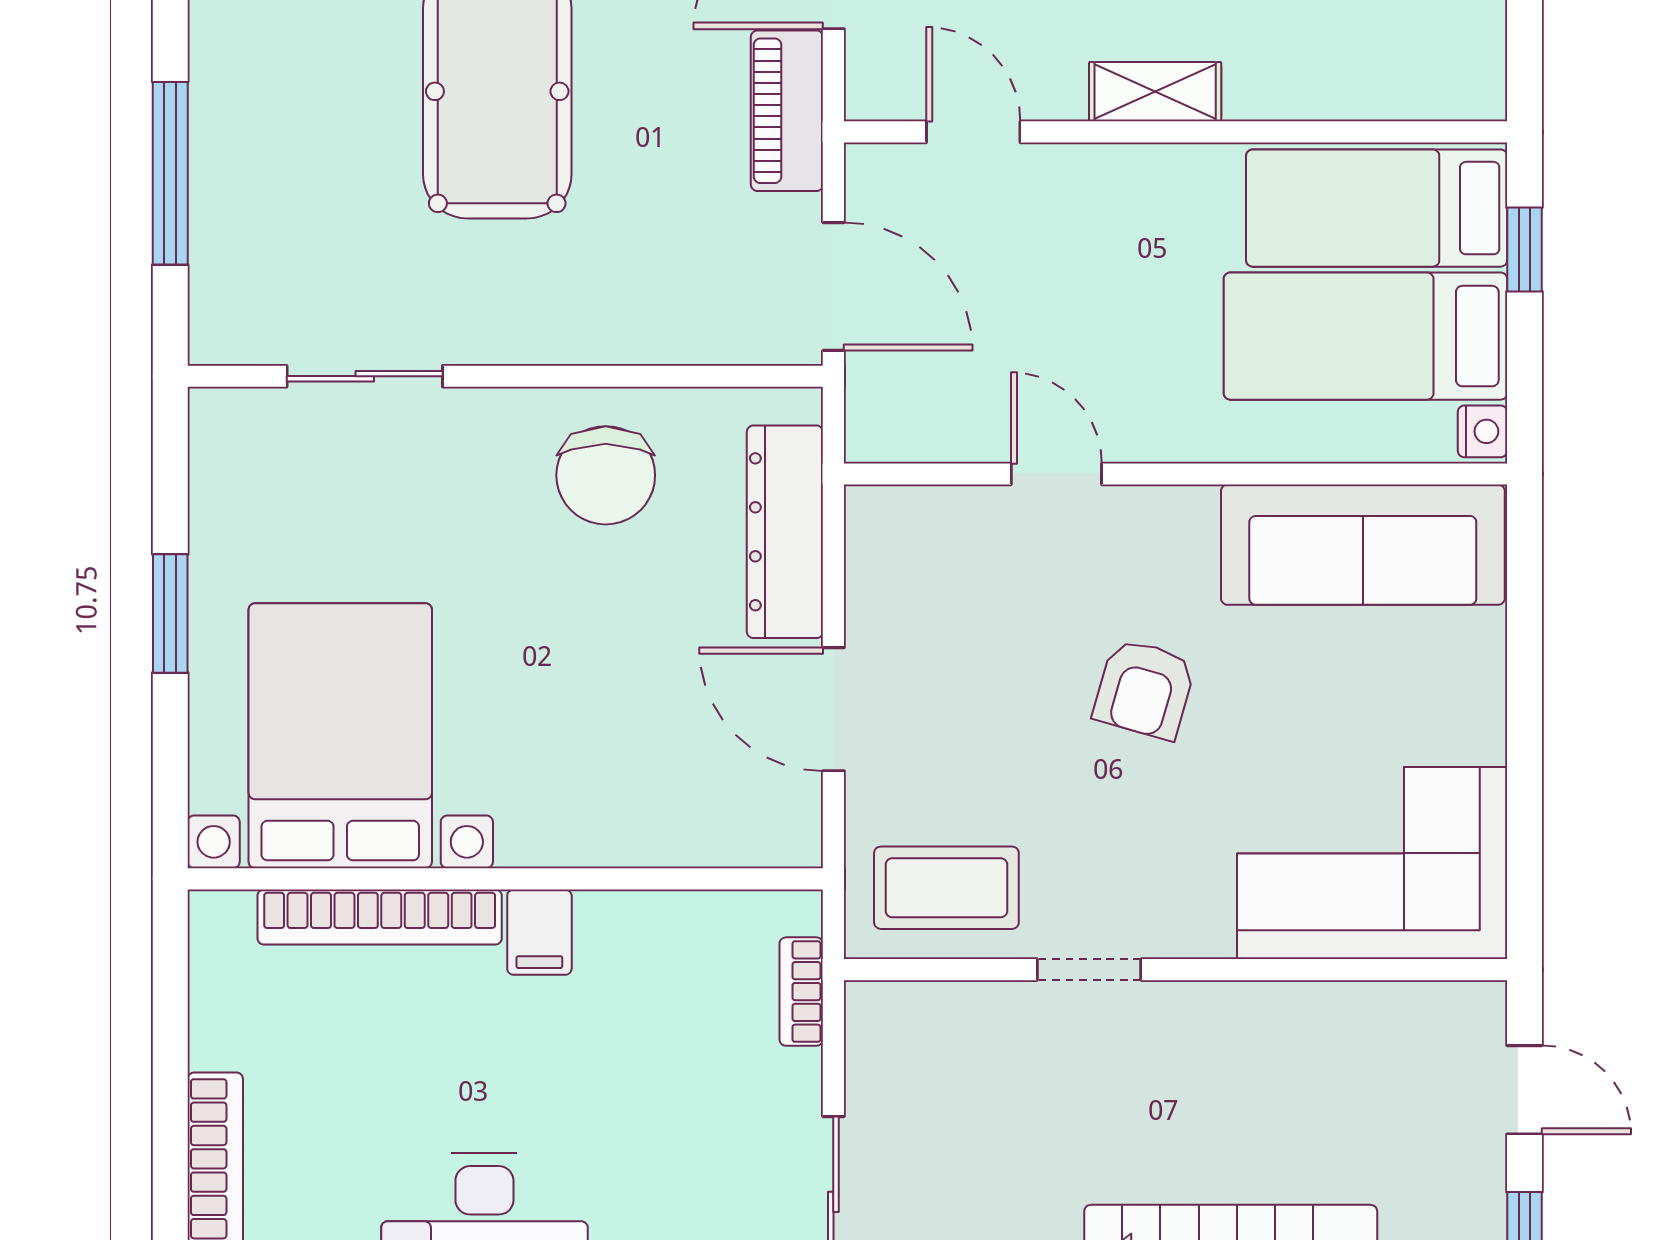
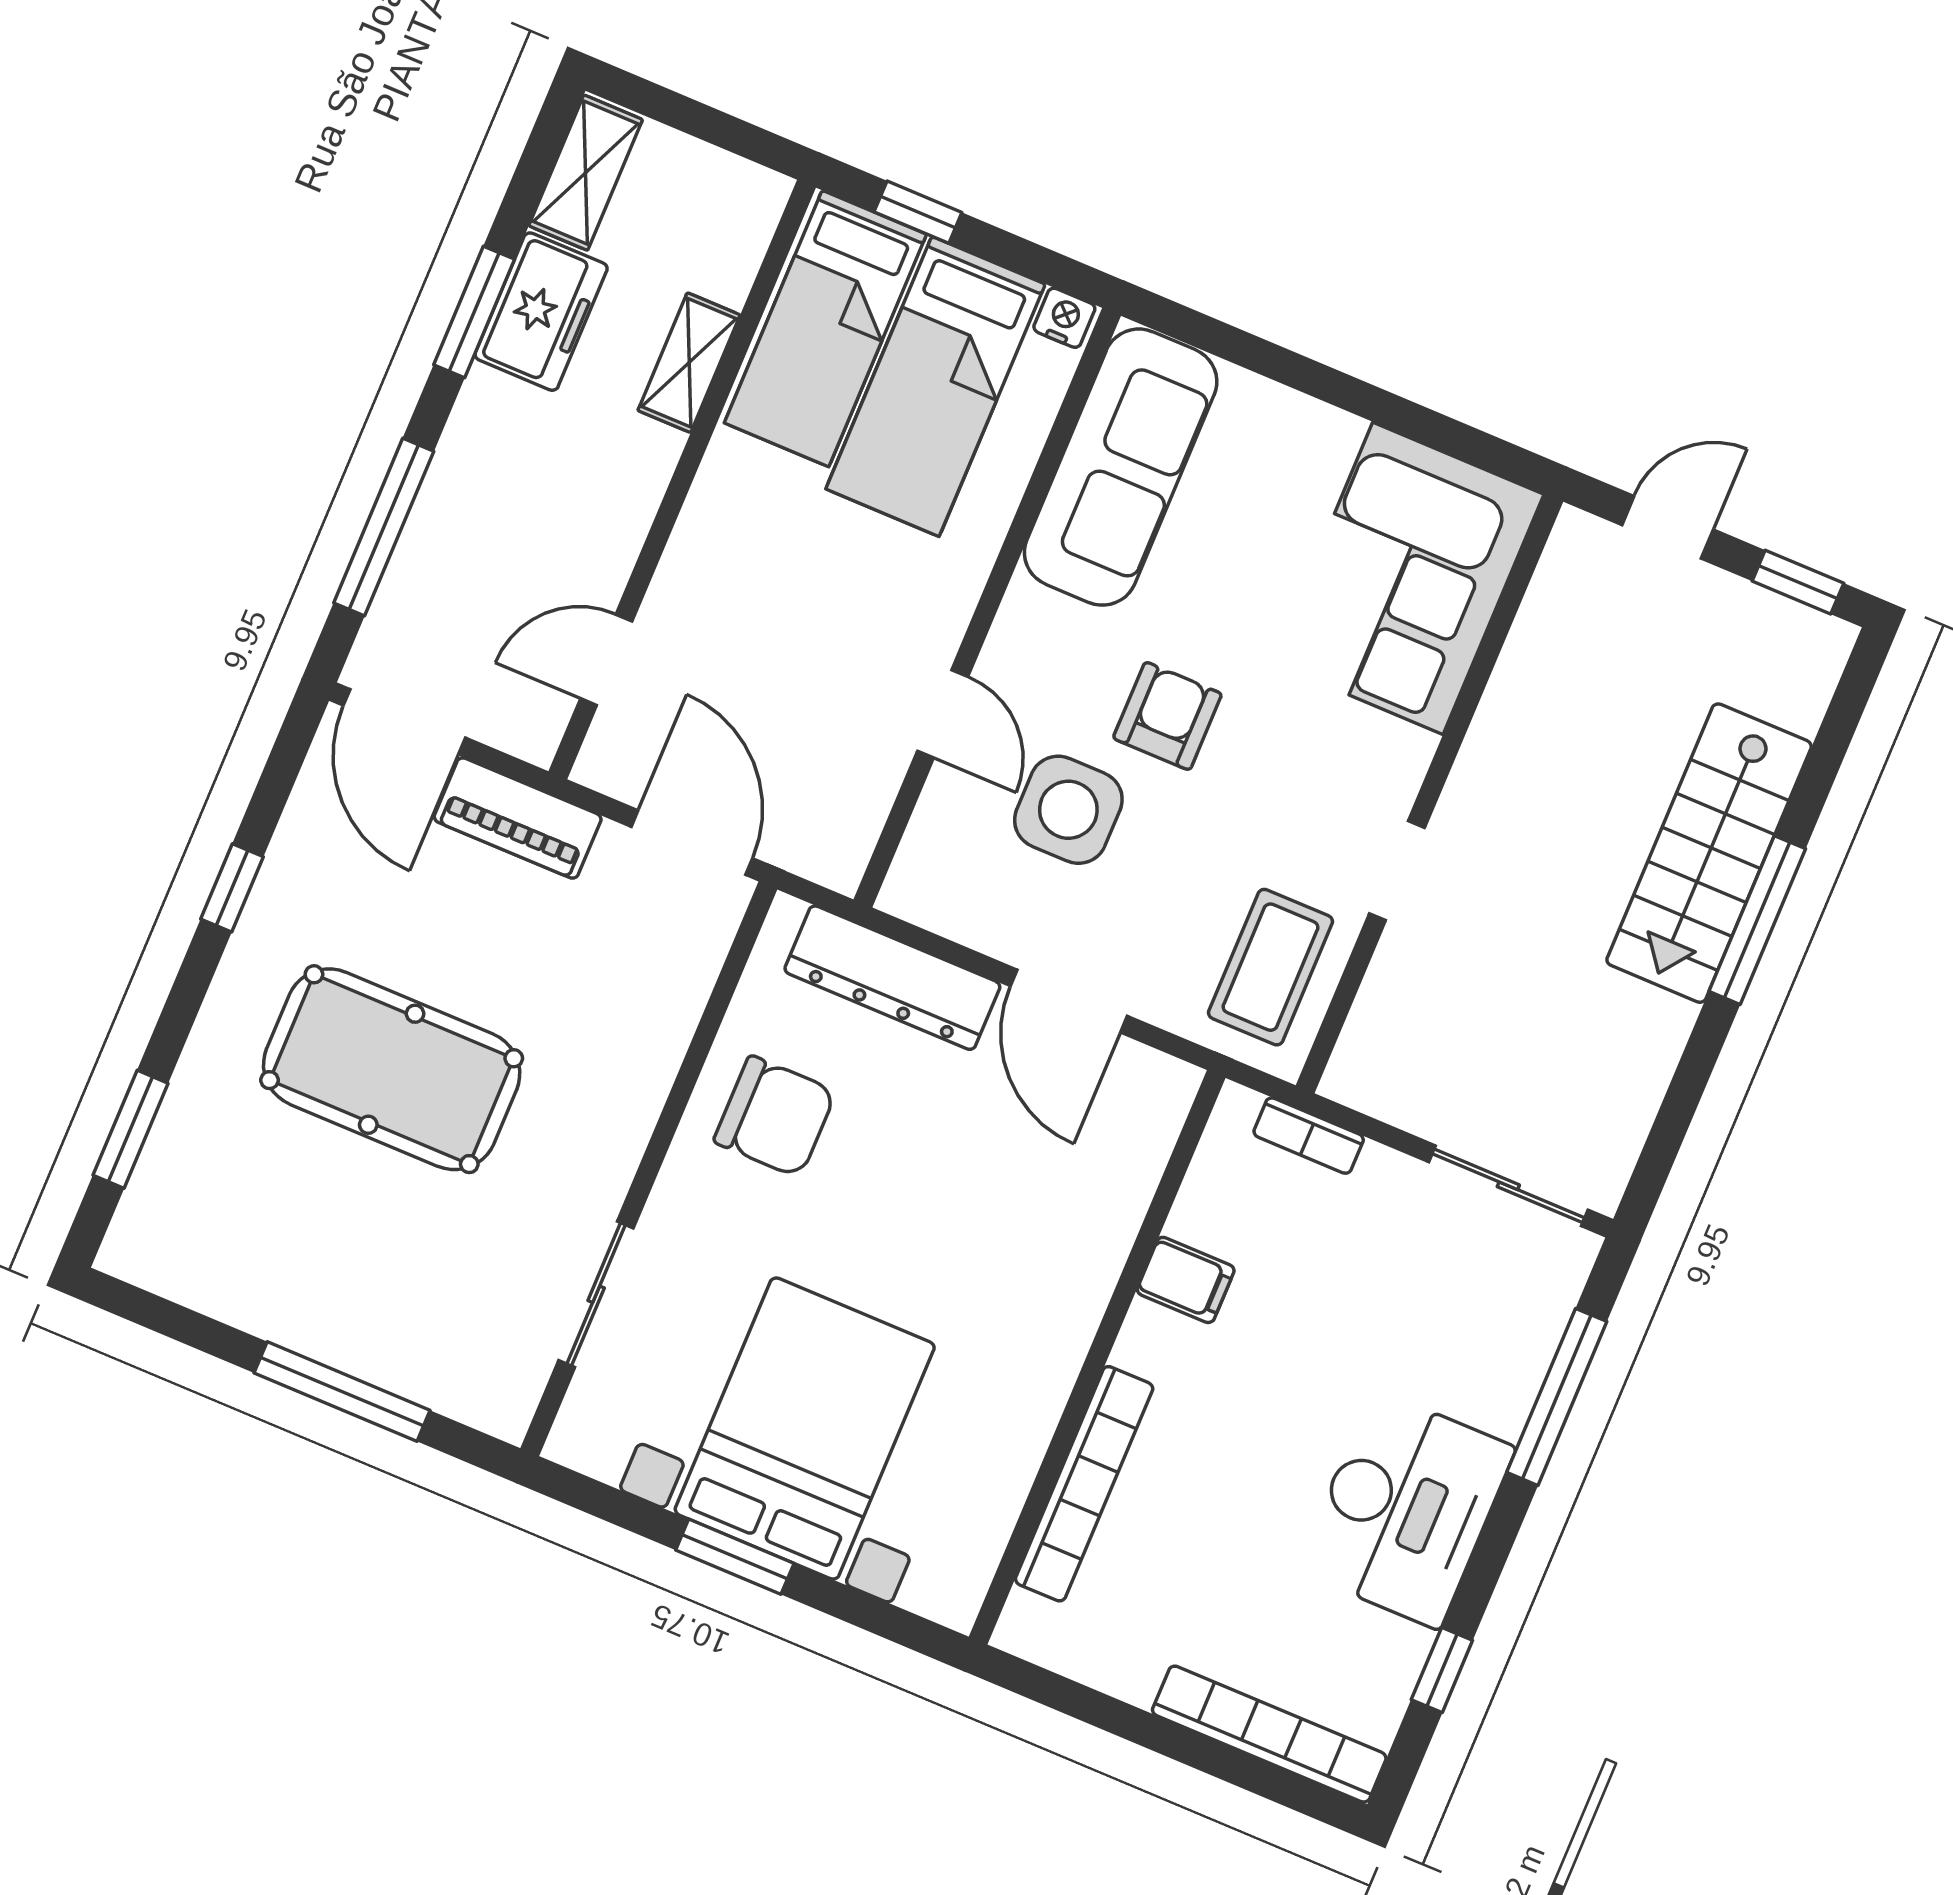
shelving: (1155, 92) -> (689, 363), moved
door: (833, 287) -> (692, 842), hinge flipped
door: (1056, 474) -> (943, 714), swing flipped
side table: (1015, 632) -> (1068, 810), added
armchair: (1144, 689) -> (1167, 716), turned -106
door: (833, 709) -> (1069, 1001), hinge flipped
bed with nightstands: (340, 736) -> (805, 1428), moved, turned 90
filing cabinet: (539, 932) -> (1186, 1280), moved

